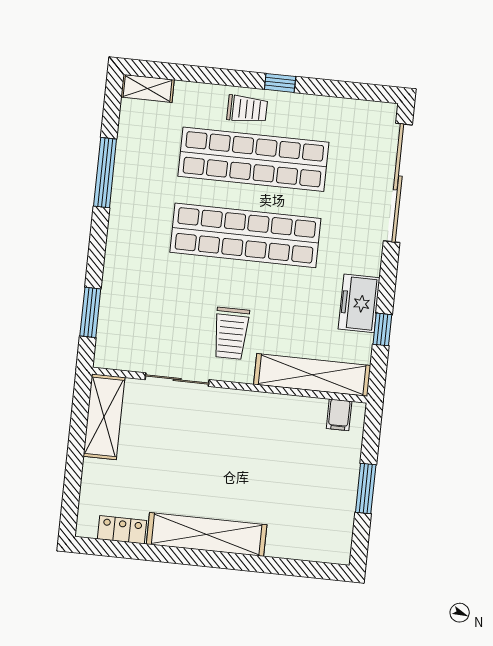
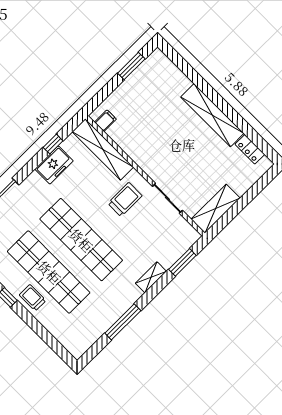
shelving: (148, 88) -> (151, 277), moved, turned 90
window: (366, 488) -> (131, 66), moved

